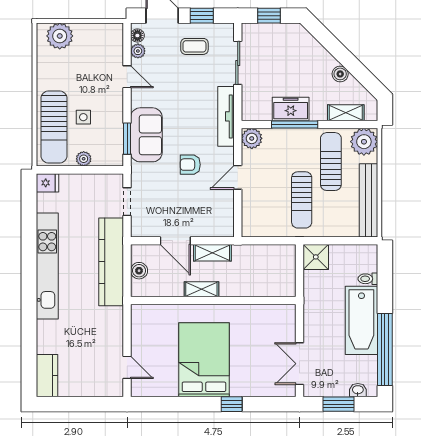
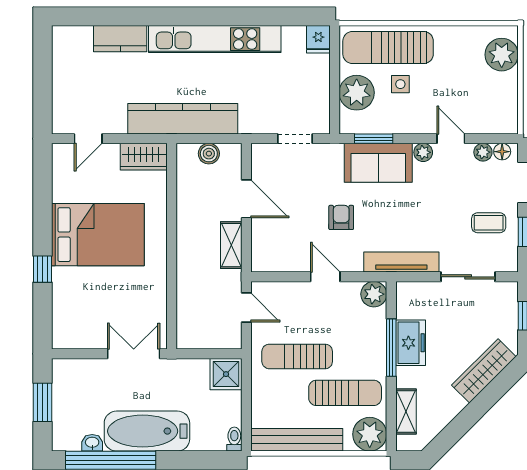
coffee table: (194, 46) -> (489, 223), turned 90
wardrobe: (313, 50) -> (484, 371), added
boiler: (340, 74) -> (454, 404), removed
door: (127, 77) -> (451, 139), swing flipped
plant: (138, 99) -> (423, 152), added
plant: (84, 159) -> (357, 93), width x1.87, depth x1.87
door: (175, 241) -> (246, 199), swing flipped
door: (262, 241) -> (246, 307), added
kitchen counter: (111, 262) -> (183, 119), moved
toilet: (368, 279) -> (234, 439), moved
shelving: (201, 289) -> (186, 231), removed
wardrobe: (141, 323) -> (144, 157), added
double door: (299, 364) -> (134, 354), moved
kitchen counter: (47, 376) -> (120, 39), moved
washbasin: (358, 390) -> (92, 443), moved, turned -90

